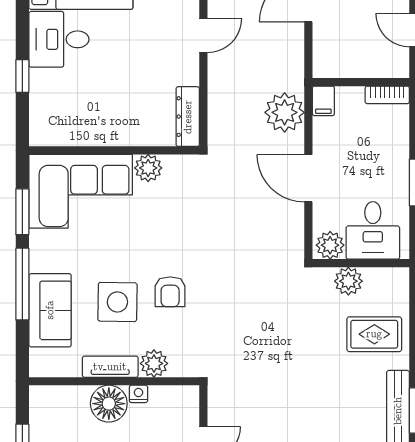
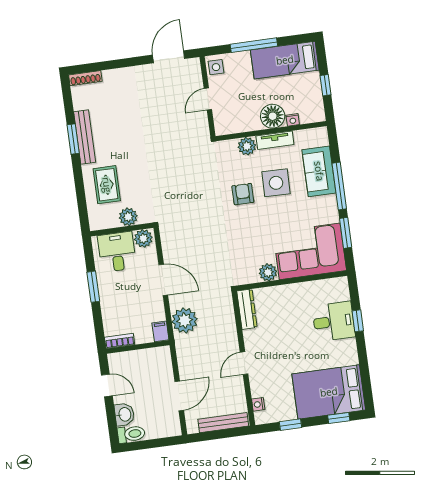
desk: (59, 39) -> (334, 321), moved
rug: (374, 334) -> (107, 185), turned 90
nightstand: (138, 394) -> (293, 120), moved

